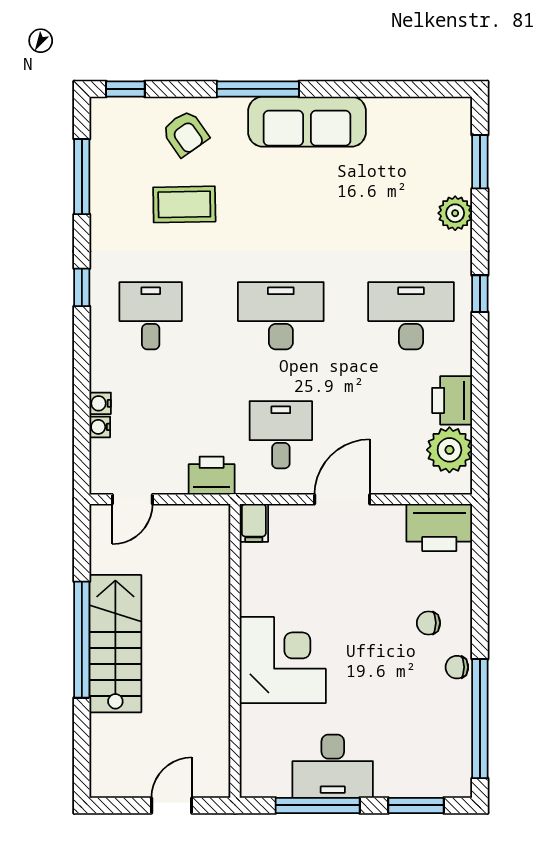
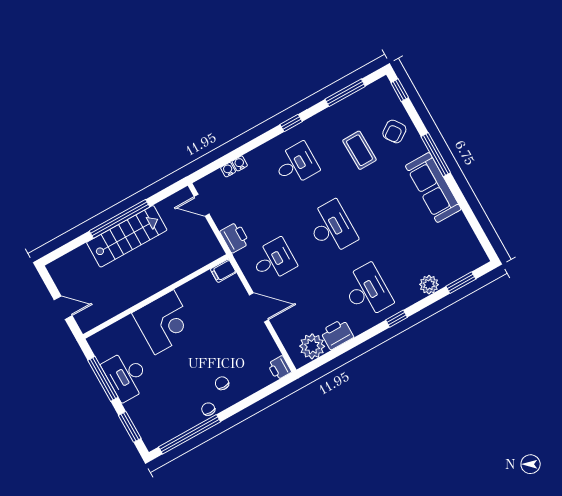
printer: (439, 527) -> (279, 368), width x0.53, depth x0.68

